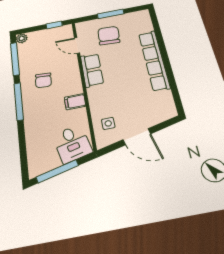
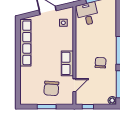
door: (77, 45) -> (74, 85), hinge flipped
row of seats: (154, 60) -> (25, 43), moved
filing cabinet: (75, 102) -> (82, 42), removed

